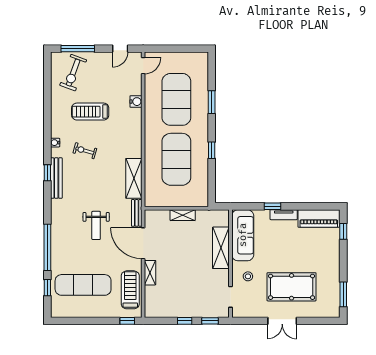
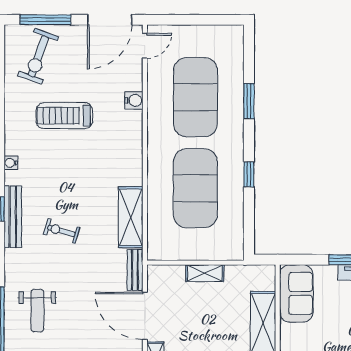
door: (120, 49) -> (110, 20), width x1.88
exercise bike: (85, 151) -> (61, 231), moved
weight bench: (96, 225) -> (37, 311), moved
sofa: (243, 235) -> (296, 293), width x0.73

